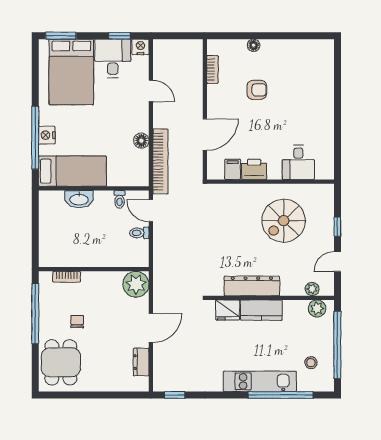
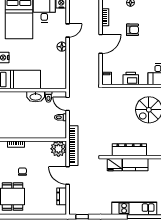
door: (151, 91) -> (68, 30), hinge flipped
door: (205, 134) -> (101, 44), moved
floor lamp: (141, 141) -> (62, 47), moved
bookcase: (160, 161) -> (73, 146), moved
filing cabinet: (233, 169) -> (107, 78), moved
washbasin: (79, 199) -> (36, 97), moved
door: (151, 328) -> (68, 175), swing flipped

